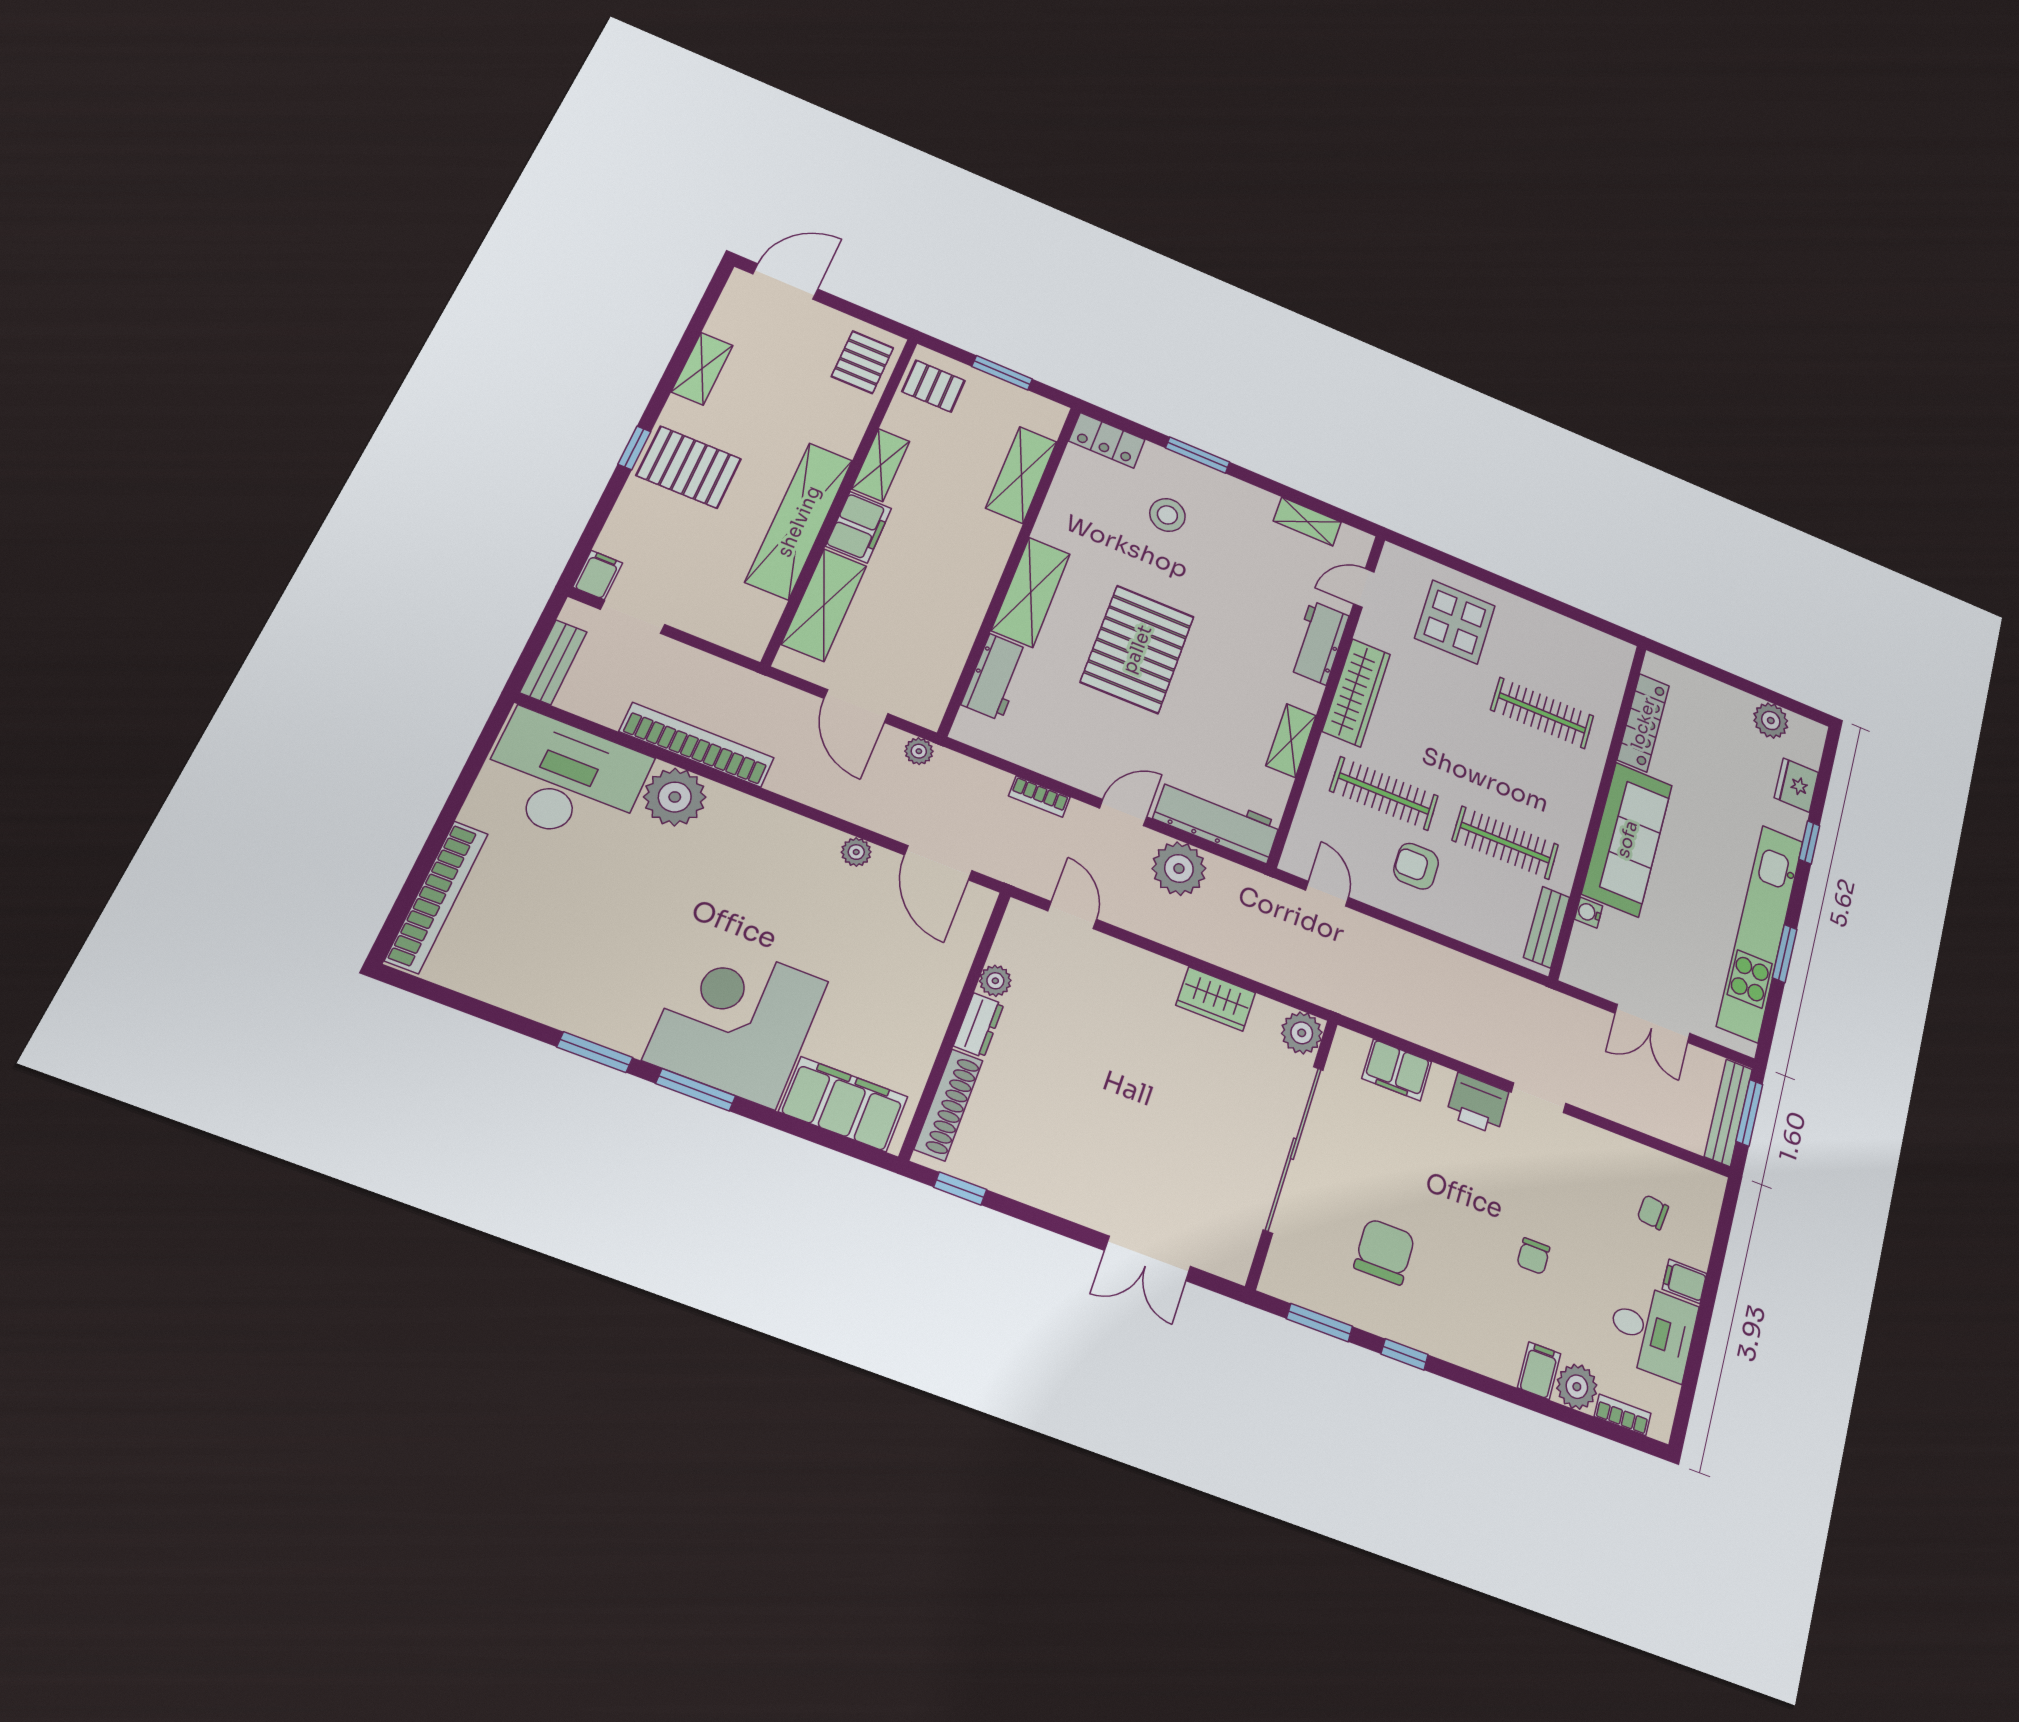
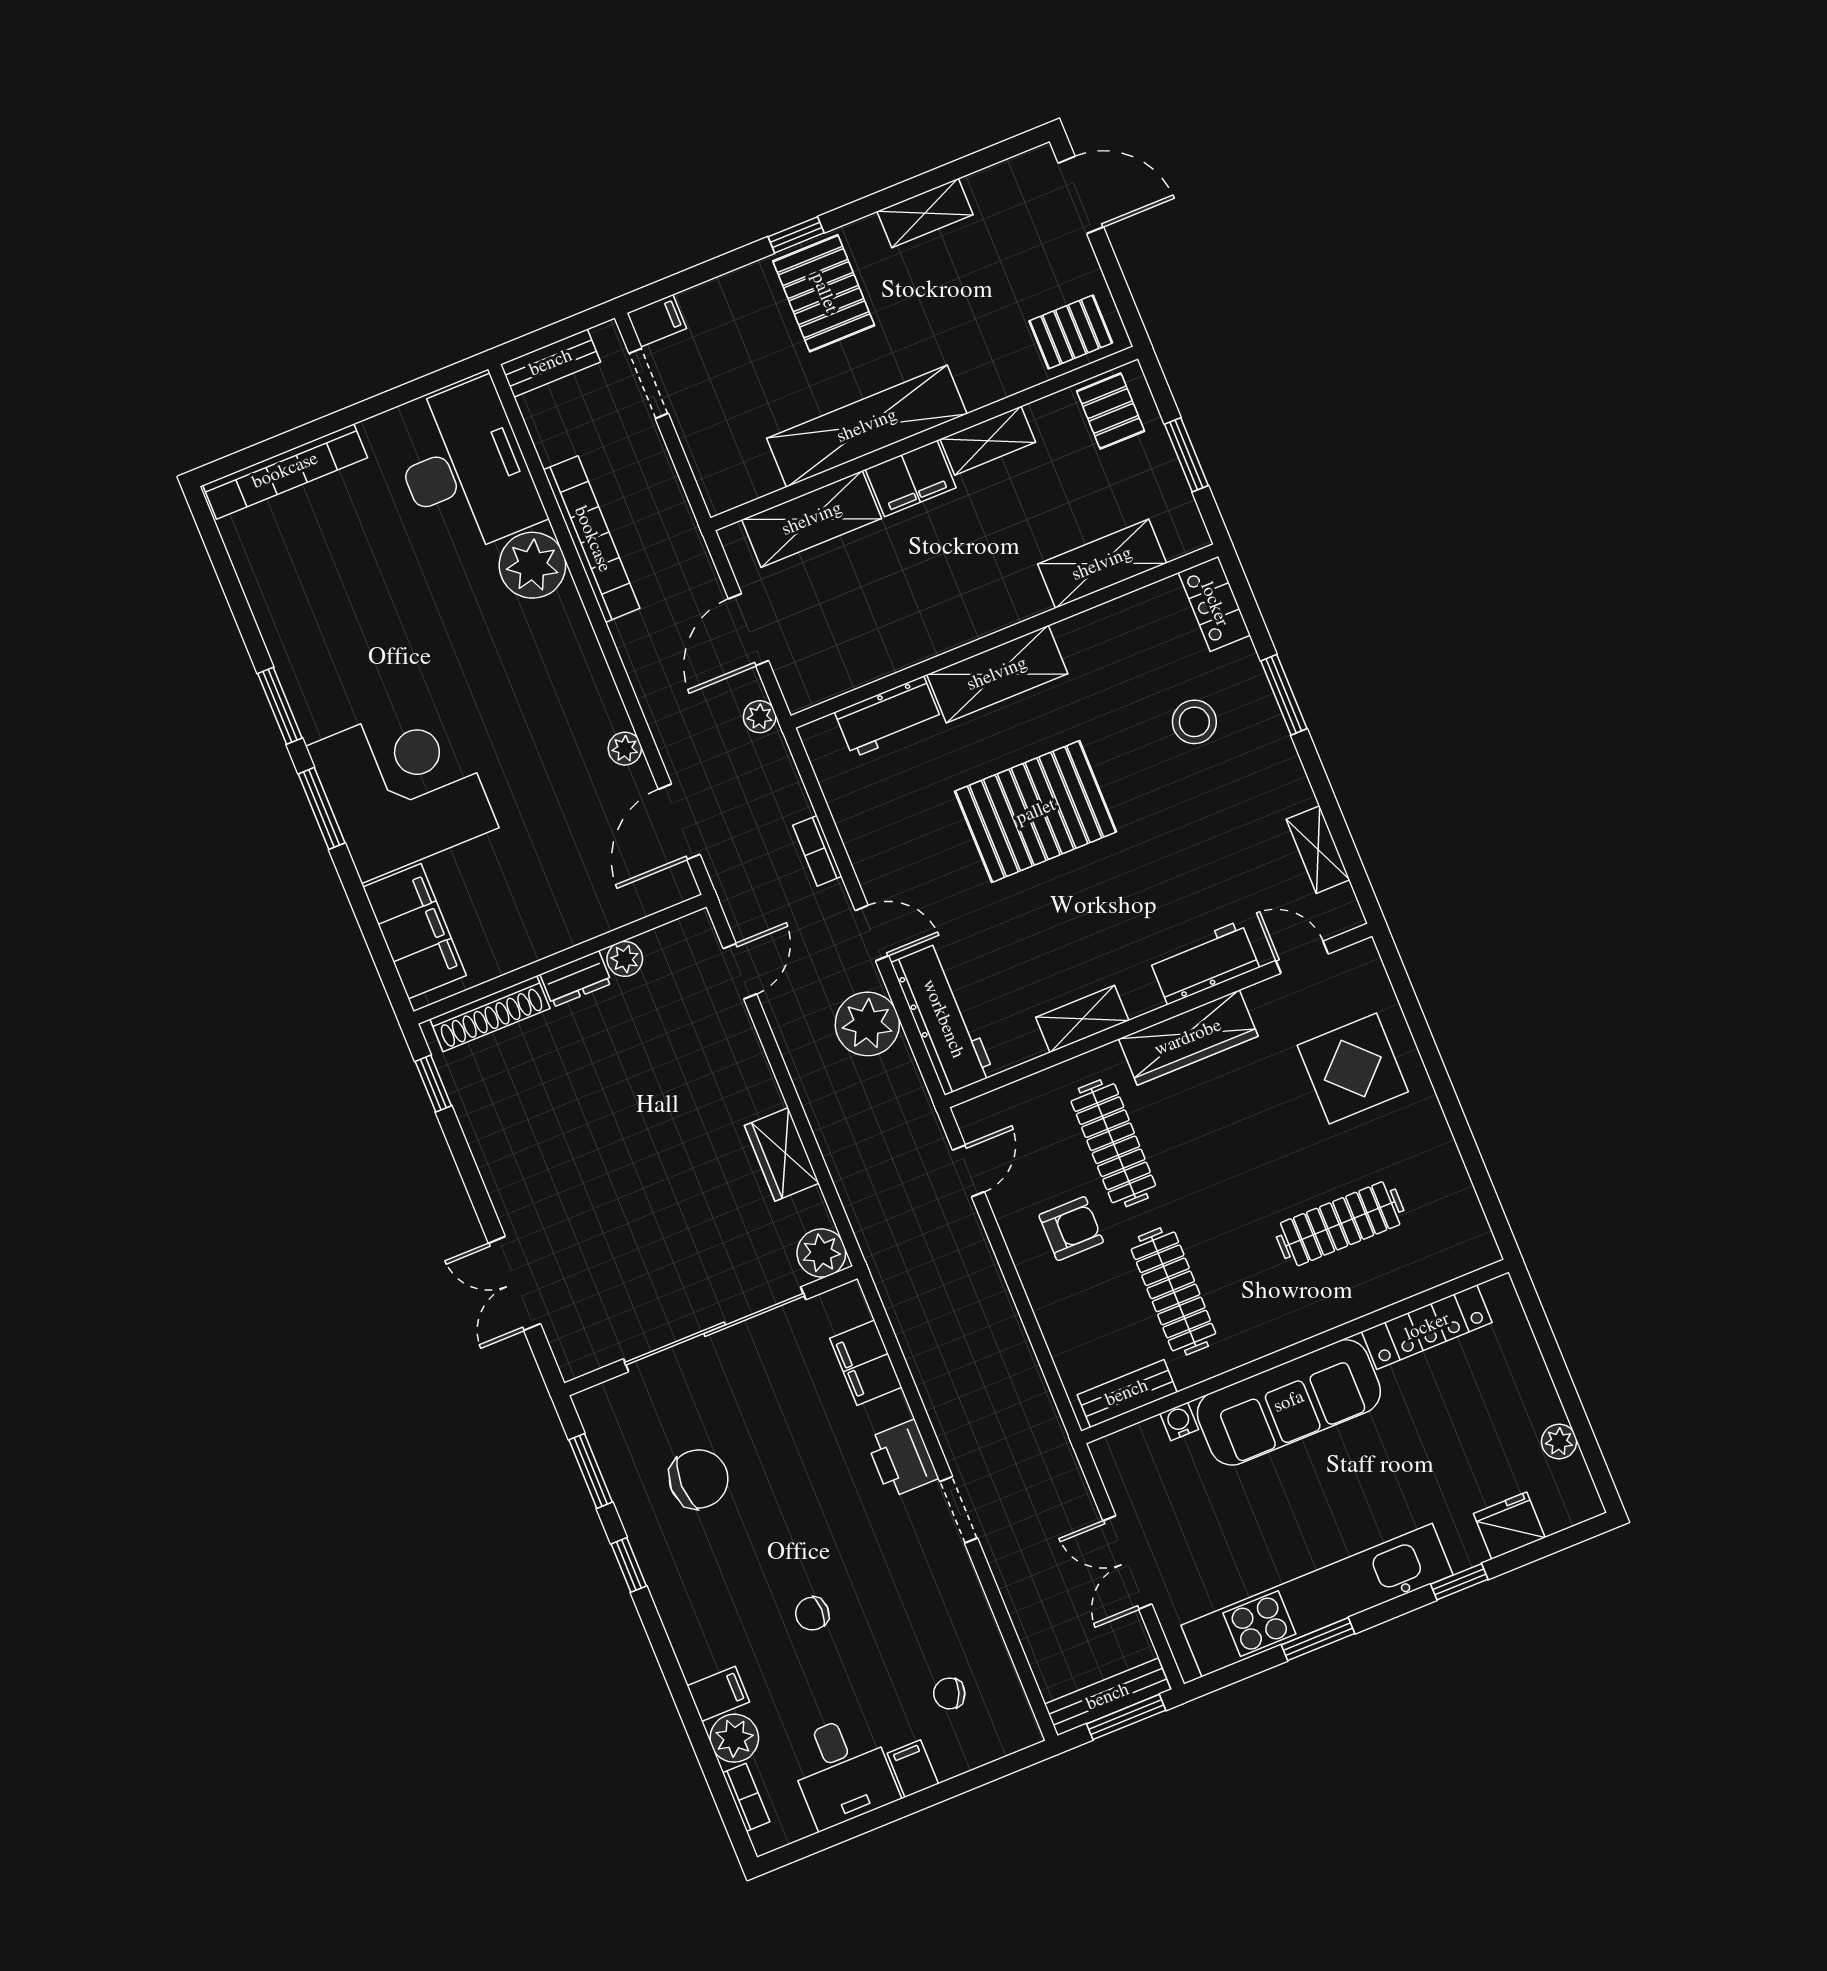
clothes rail: (1542, 713) -> (1340, 1224), turned 90
plant: (1771, 721) -> (1559, 1442), width x0.73, depth x0.73
armchair: (1416, 866) -> (1071, 1229), turned 90
chair: (1653, 1212) -> (949, 1693), turned -77

